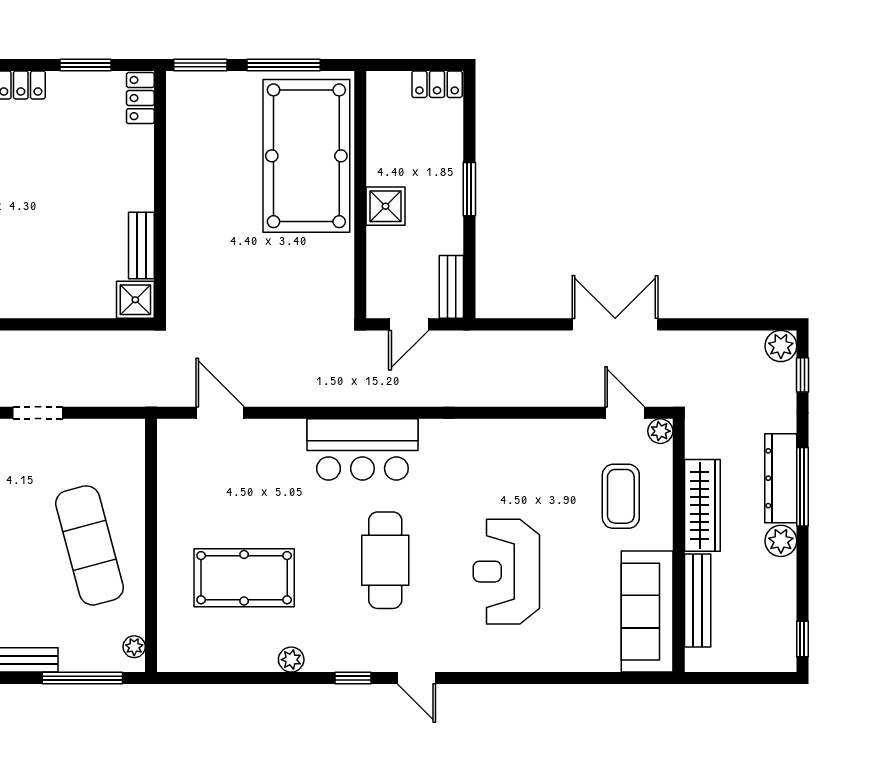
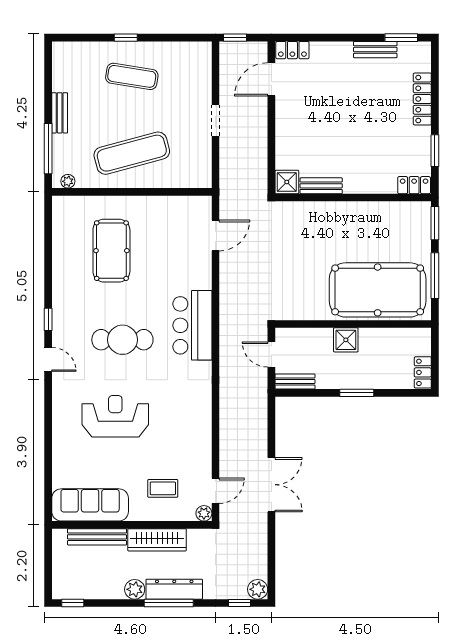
coffee table: (621, 496) -> (163, 488), width x0.73, depth x0.77
plant: (291, 660) -> (60, 280), removed
door: (416, 678) -> (48, 359), swing flipped

